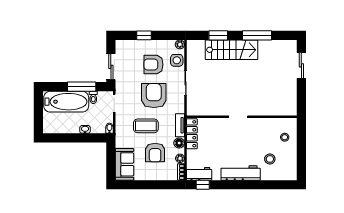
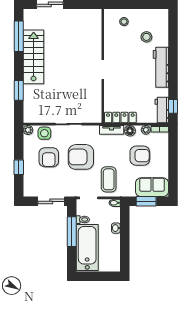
window: (257, 35) -> (19, 36), moved
stairs: (231, 50) -> (34, 57), moved
coffee table: (146, 126) -> (109, 179), moved
window: (111, 159) -> (146, 201), added

